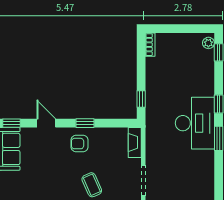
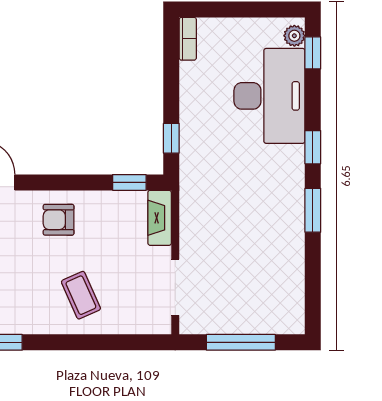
window: (85, 123) -> (129, 182), moved
desk: (195, 123) -> (269, 96), moved

